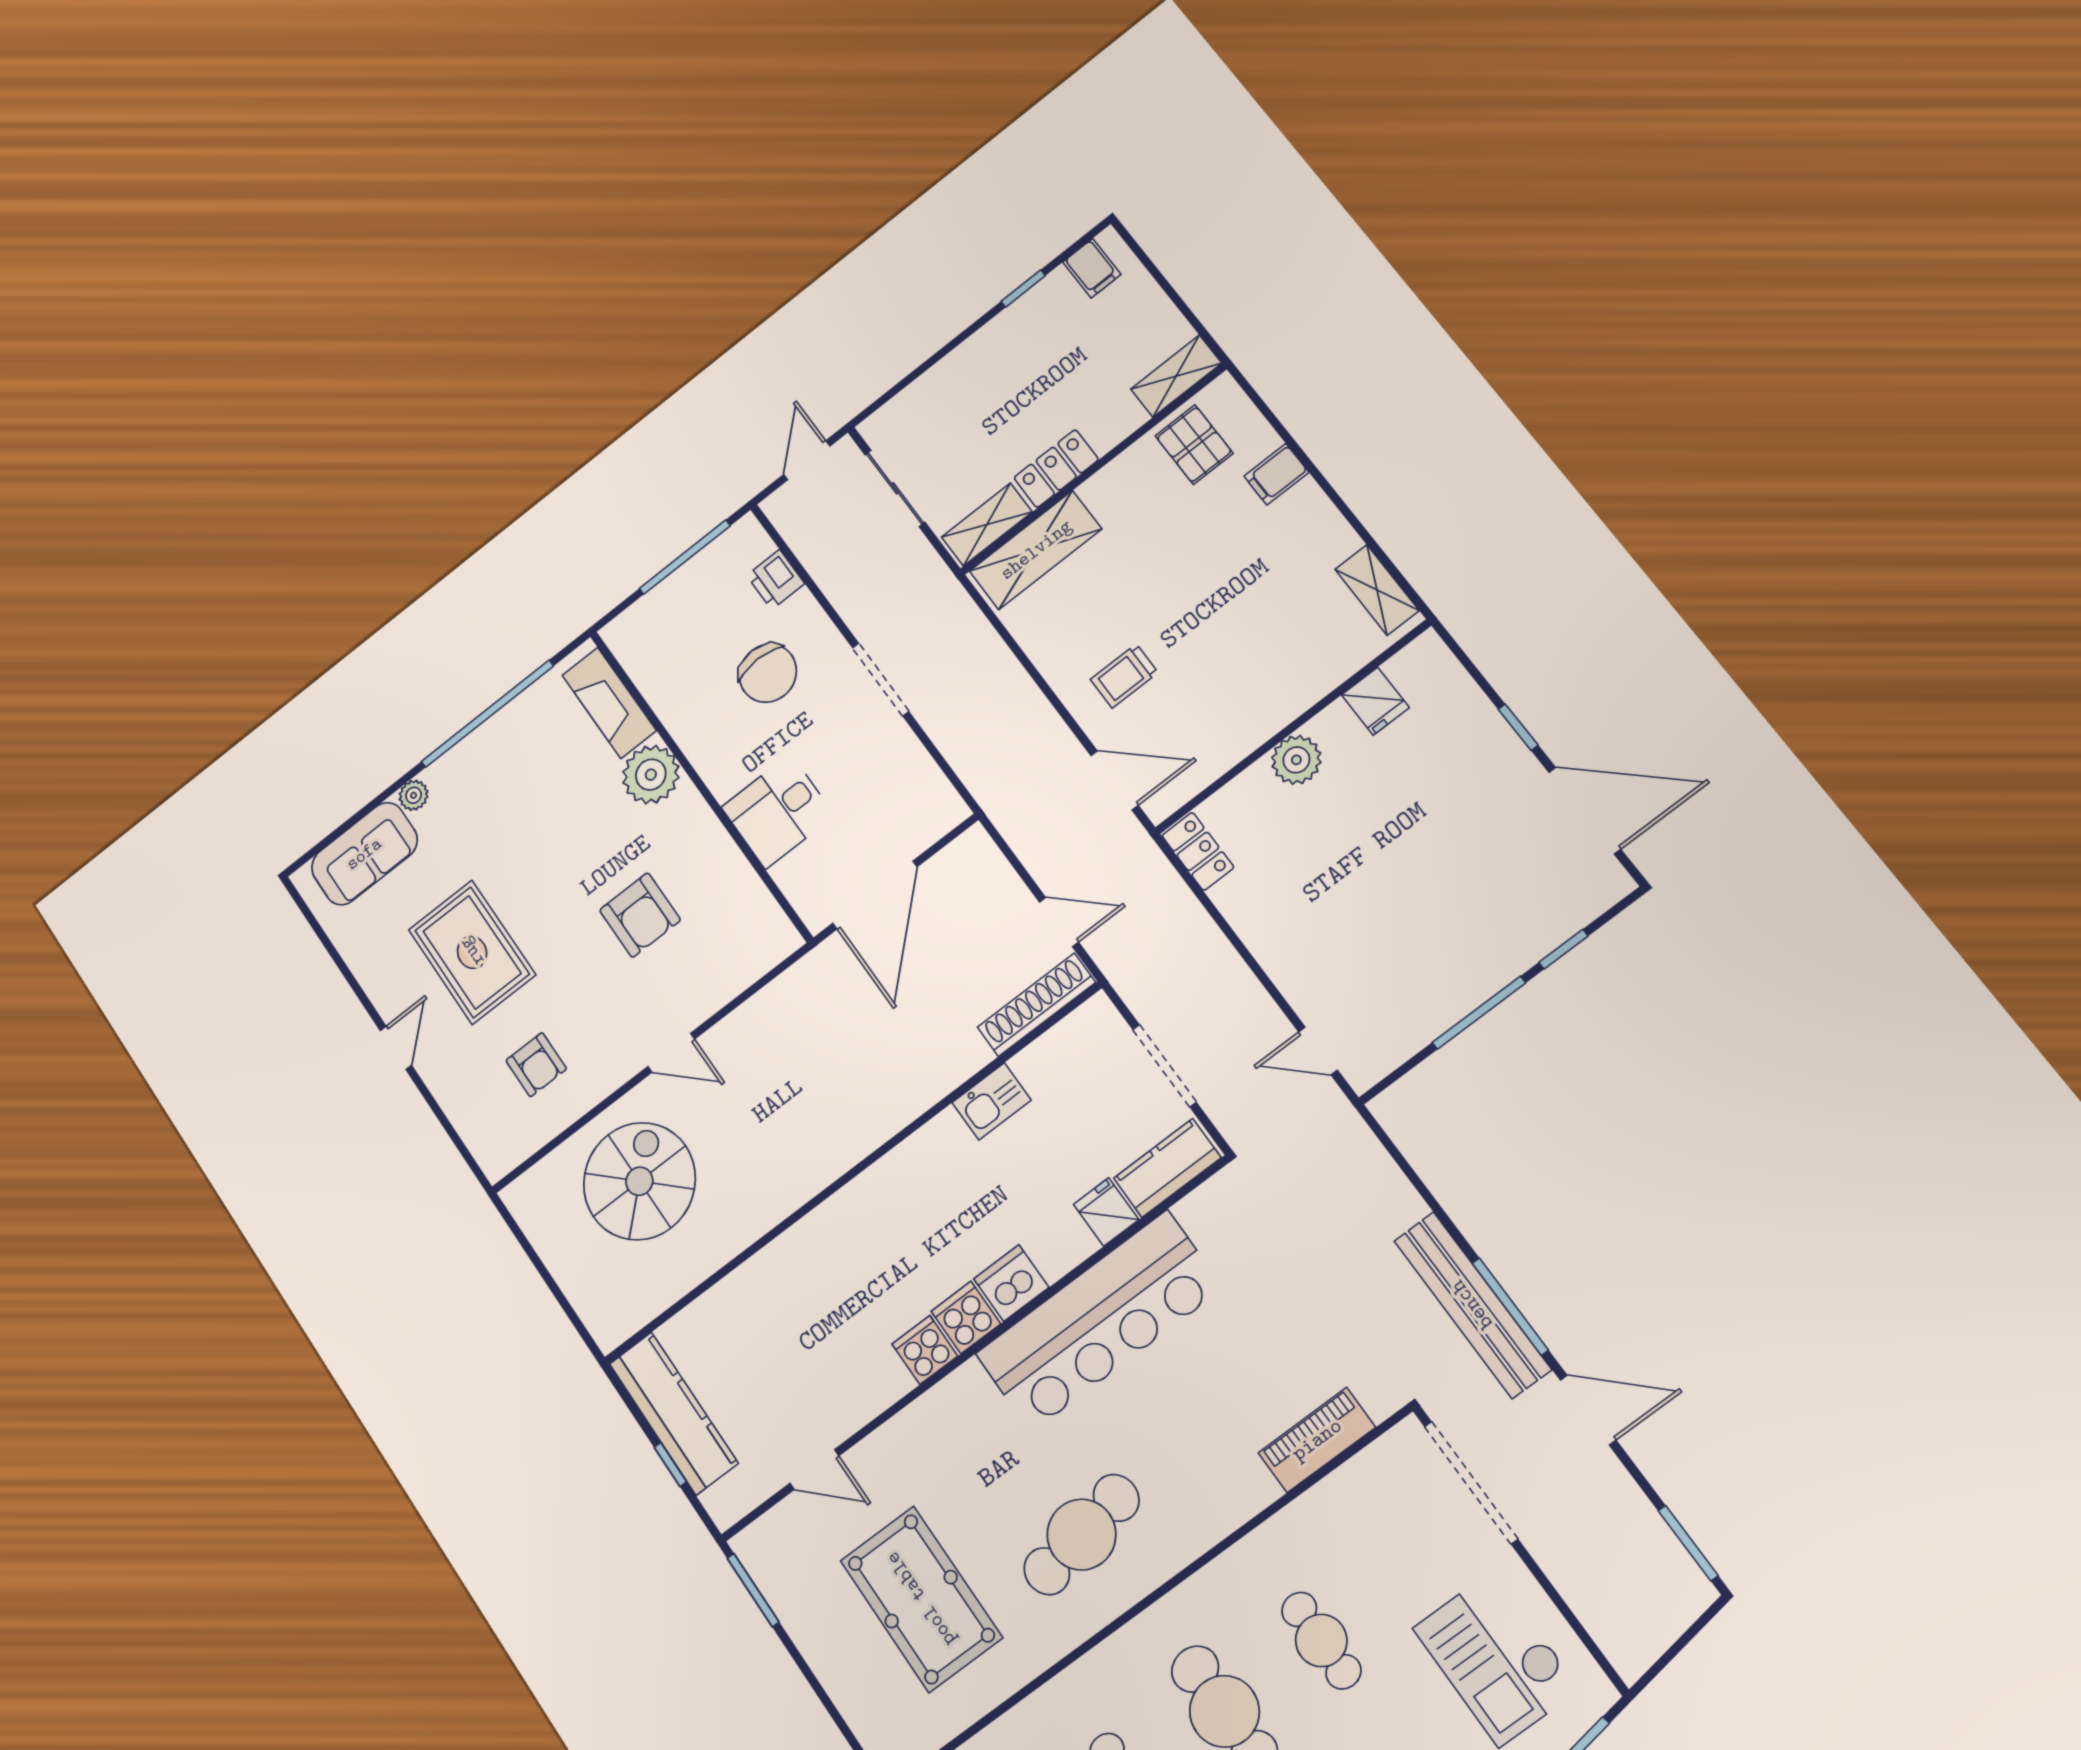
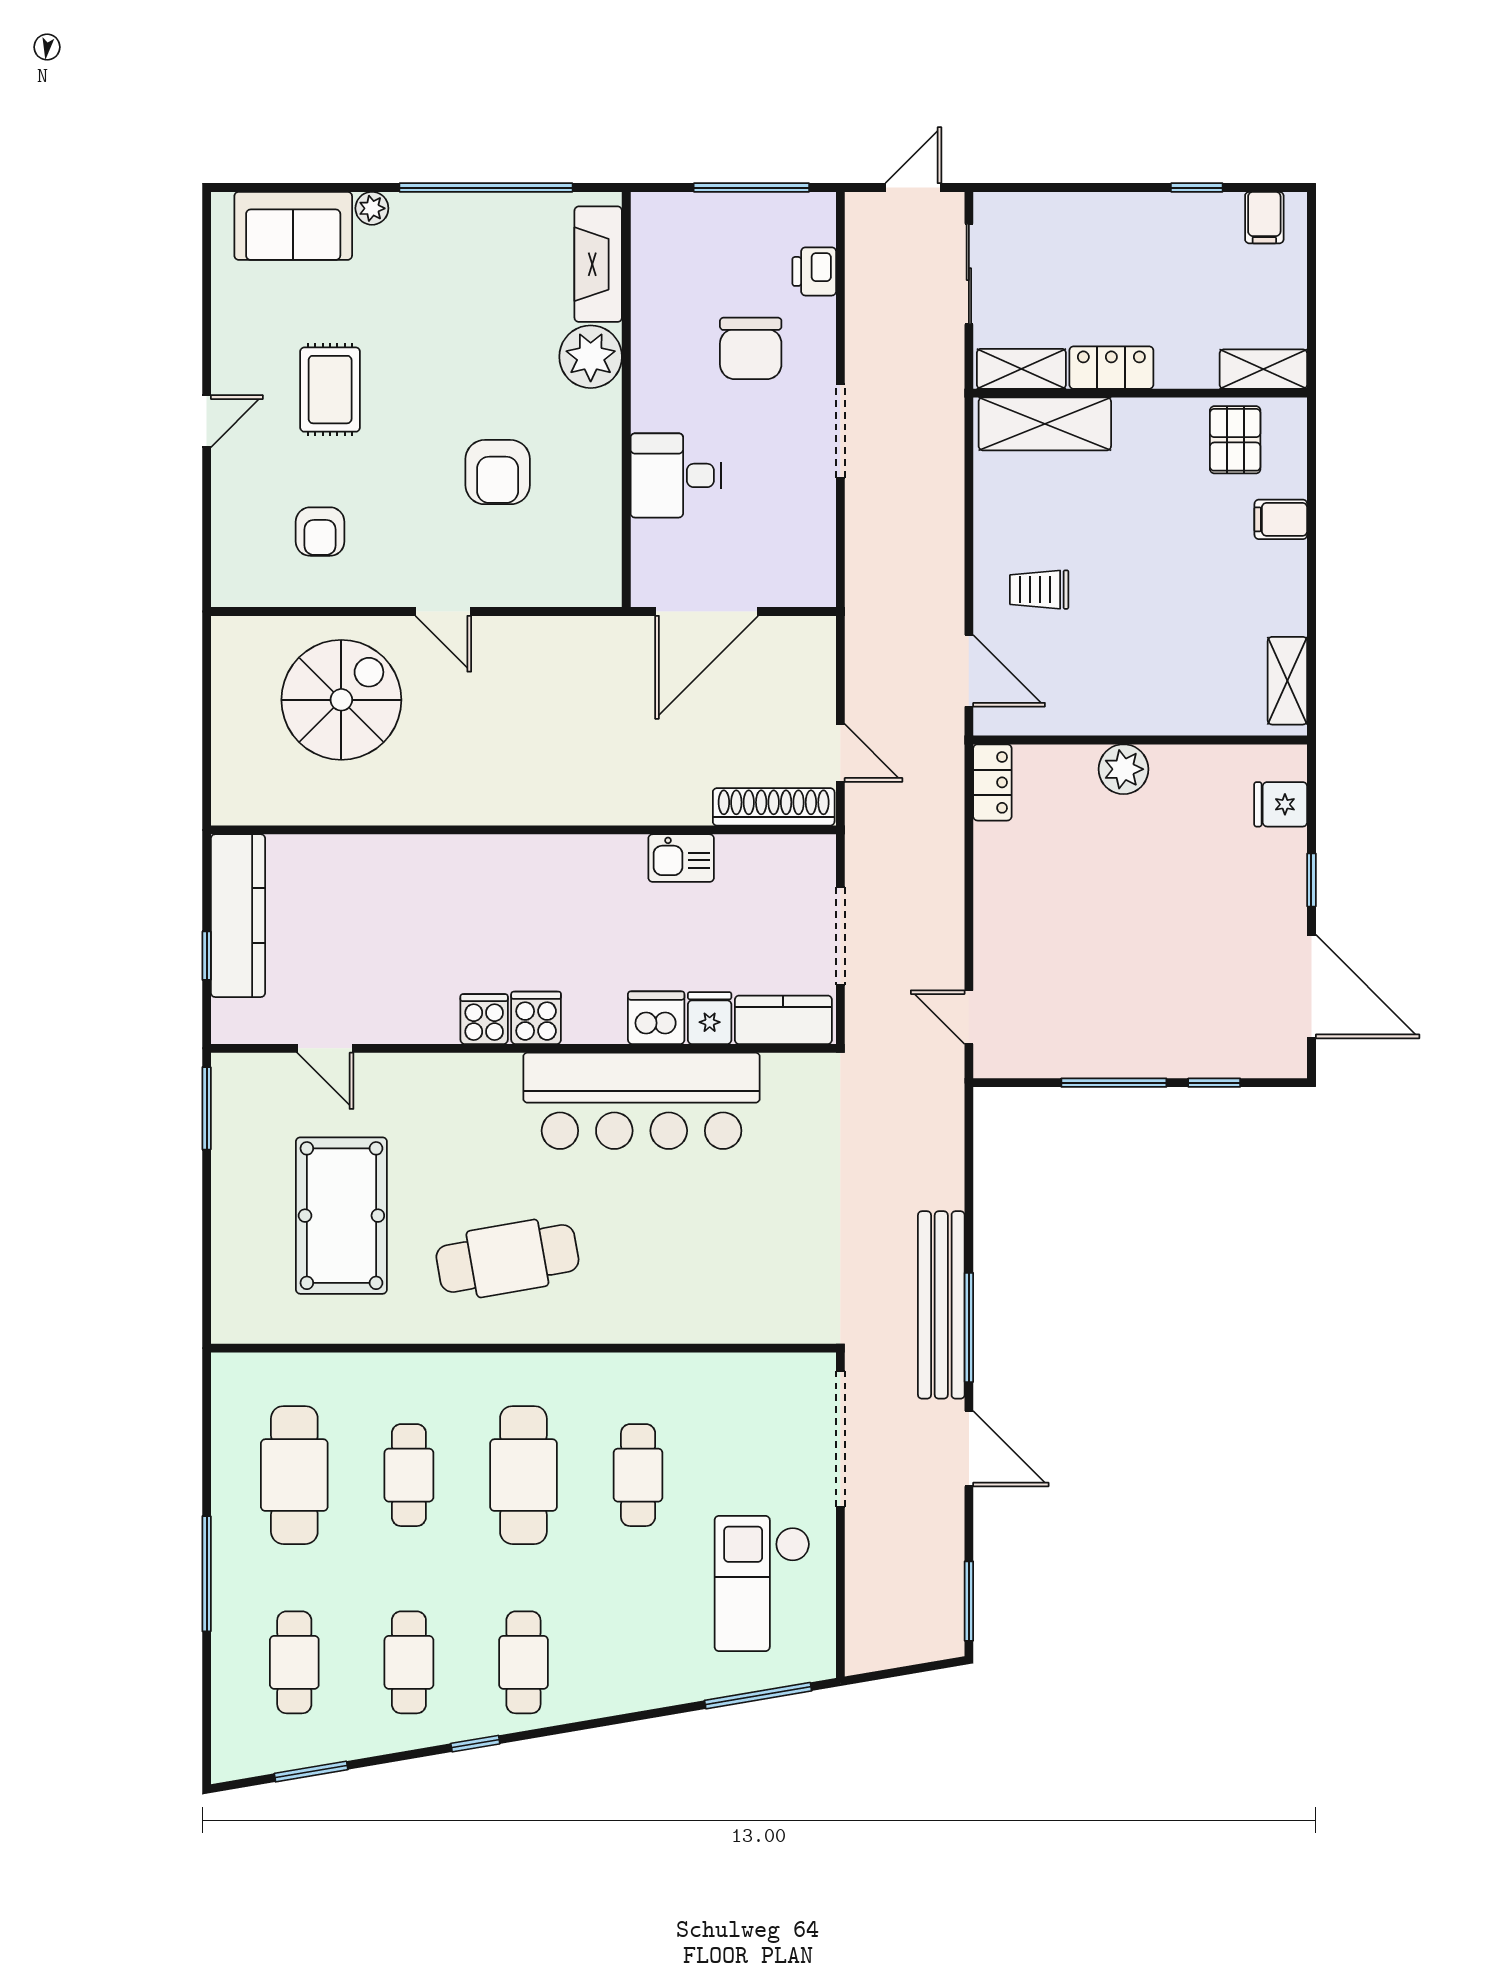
fridge: (1375, 701) -> (1281, 804), moved, turned 90
rug: (472, 952) -> (330, 390), width x0.73, depth x0.70
dishwasher: (1011, 1283) -> (656, 1018), moved
piano: (1317, 1440) -> (746, 1320), removed

